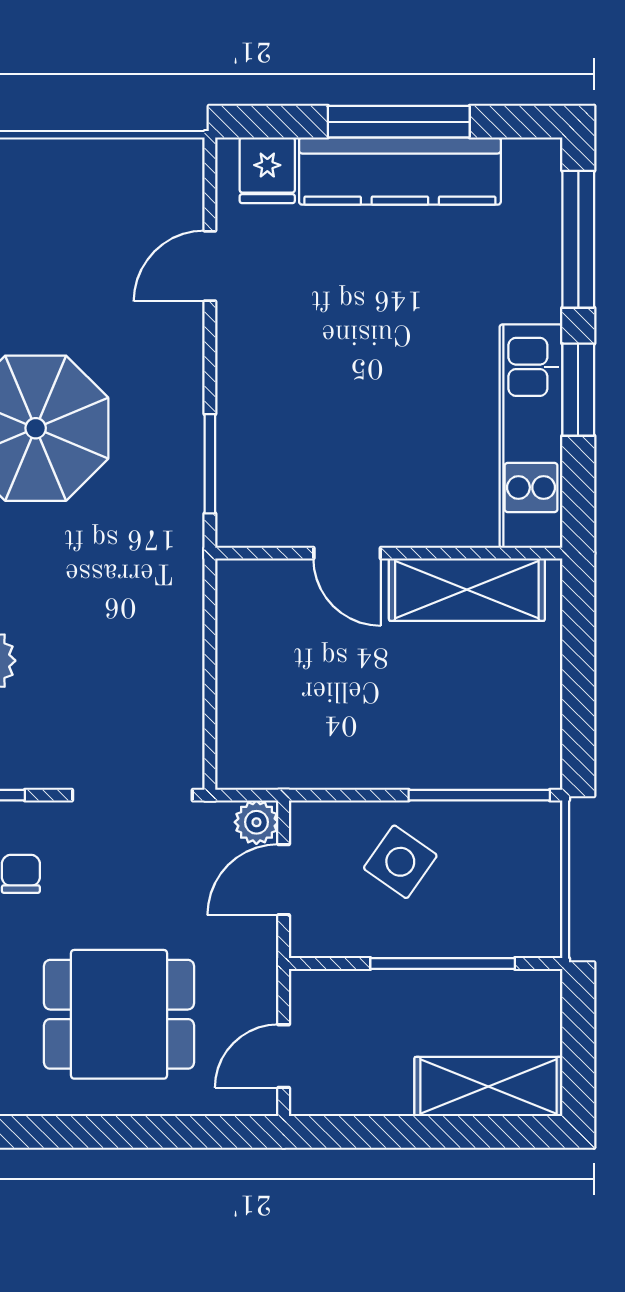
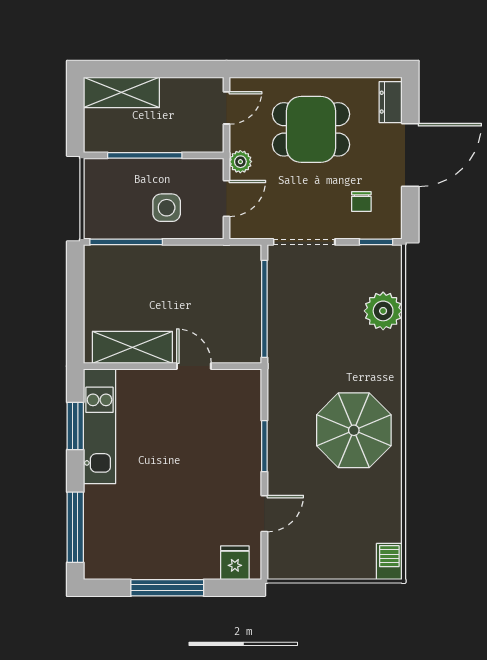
kitchen counter: (400, 171) -> (167, 562), removed
window: (578, 390) -> (75, 426), moved
window: (210, 464) -> (264, 446), moved
window: (210, 665) -> (264, 309), added
plant: (256, 822) -> (240, 162), moved
side table: (400, 862) -> (167, 208), turned -35

